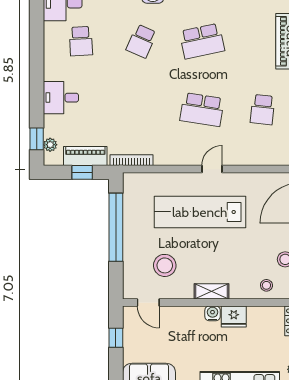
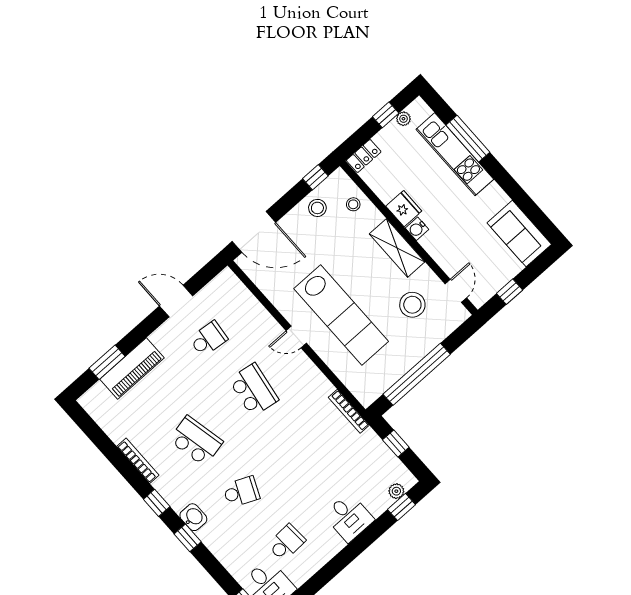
piano: (85, 156) -> (380, 453), removed
shelving: (212, 291) -> (397, 248), width x1.50, depth x1.33

